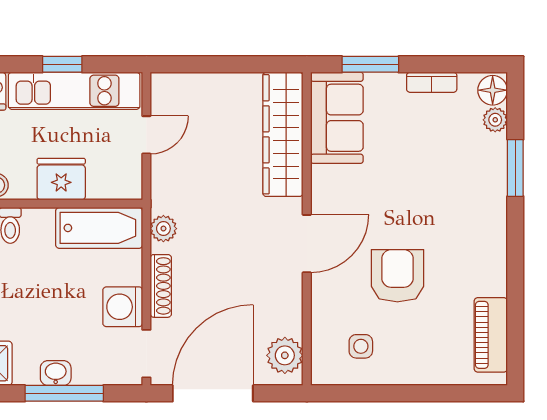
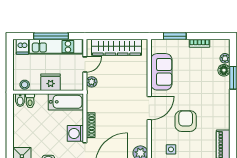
window: (62, 64) -> (51, 36), width x2.17
floor lamp: (493, 90) -> (224, 70), moved
sofa: (337, 118) -> (161, 72), moved
wardrobe: (283, 134) -> (117, 47), moved, turned -90
plant: (163, 229) -> (92, 82), moved

